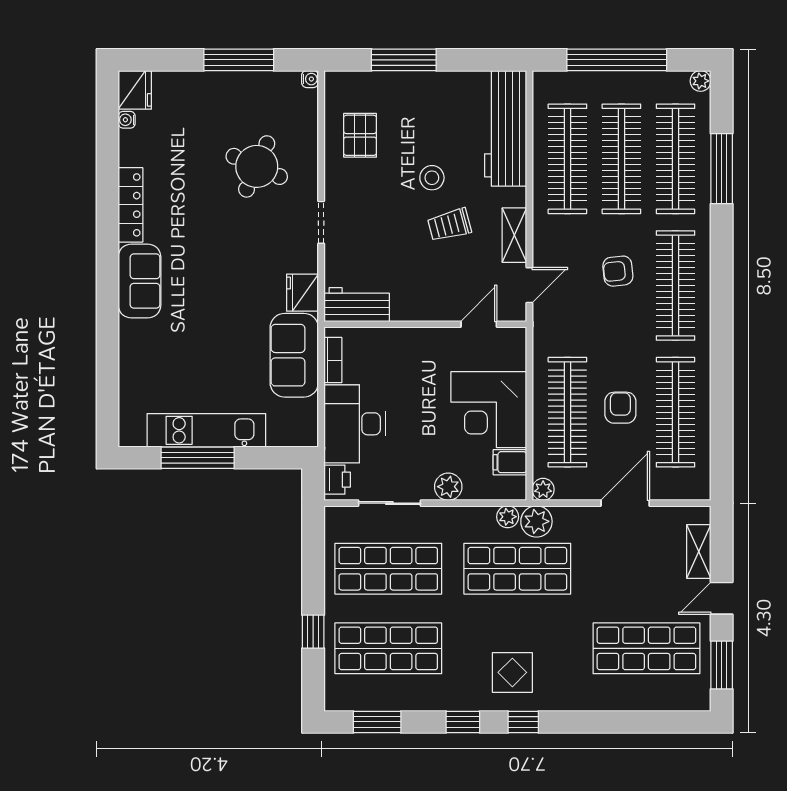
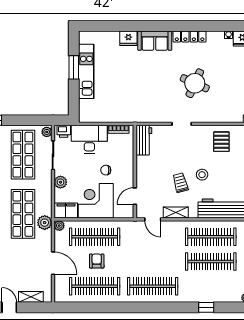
pallet: (360, 135) -> (221, 142), turned 90
clothes rail: (675, 159) -> (211, 286), removed
round table: (257, 166) -> (195, 83), moved
window: (722, 169) -> (206, 307), width x0.46
armchair: (618, 271) -> (159, 260), removed
fridge: (302, 293) -> (128, 38), moved, turned 180
door: (479, 324) -> (135, 196), swing flipped
sofa: (294, 355) -> (121, 112), removed
chair: (422, 388) -> (106, 170), added
armchair: (620, 408) -> (97, 261), turned -90
window: (198, 458) -> (74, 67), width x0.69
filing cabinet: (510, 462) -> (66, 210), width x2.00
plant: (508, 517) -> (47, 132), moved

